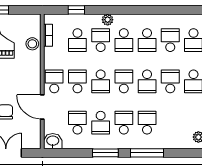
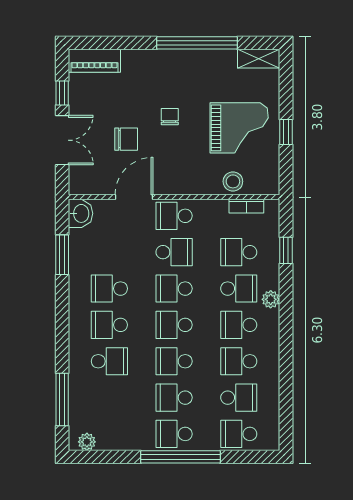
school desk: (54, 81) -> (174, 216), turned 180
school desk: (124, 81) -> (174, 325), turned 180
school desk: (170, 81) -> (174, 398), turned 180
school desk: (77, 123) -> (109, 252), removed
school desk: (124, 123) -> (109, 325), turned 180
window: (105, 153) -> (62, 255), moved
window: (147, 153) -> (62, 399), moved

